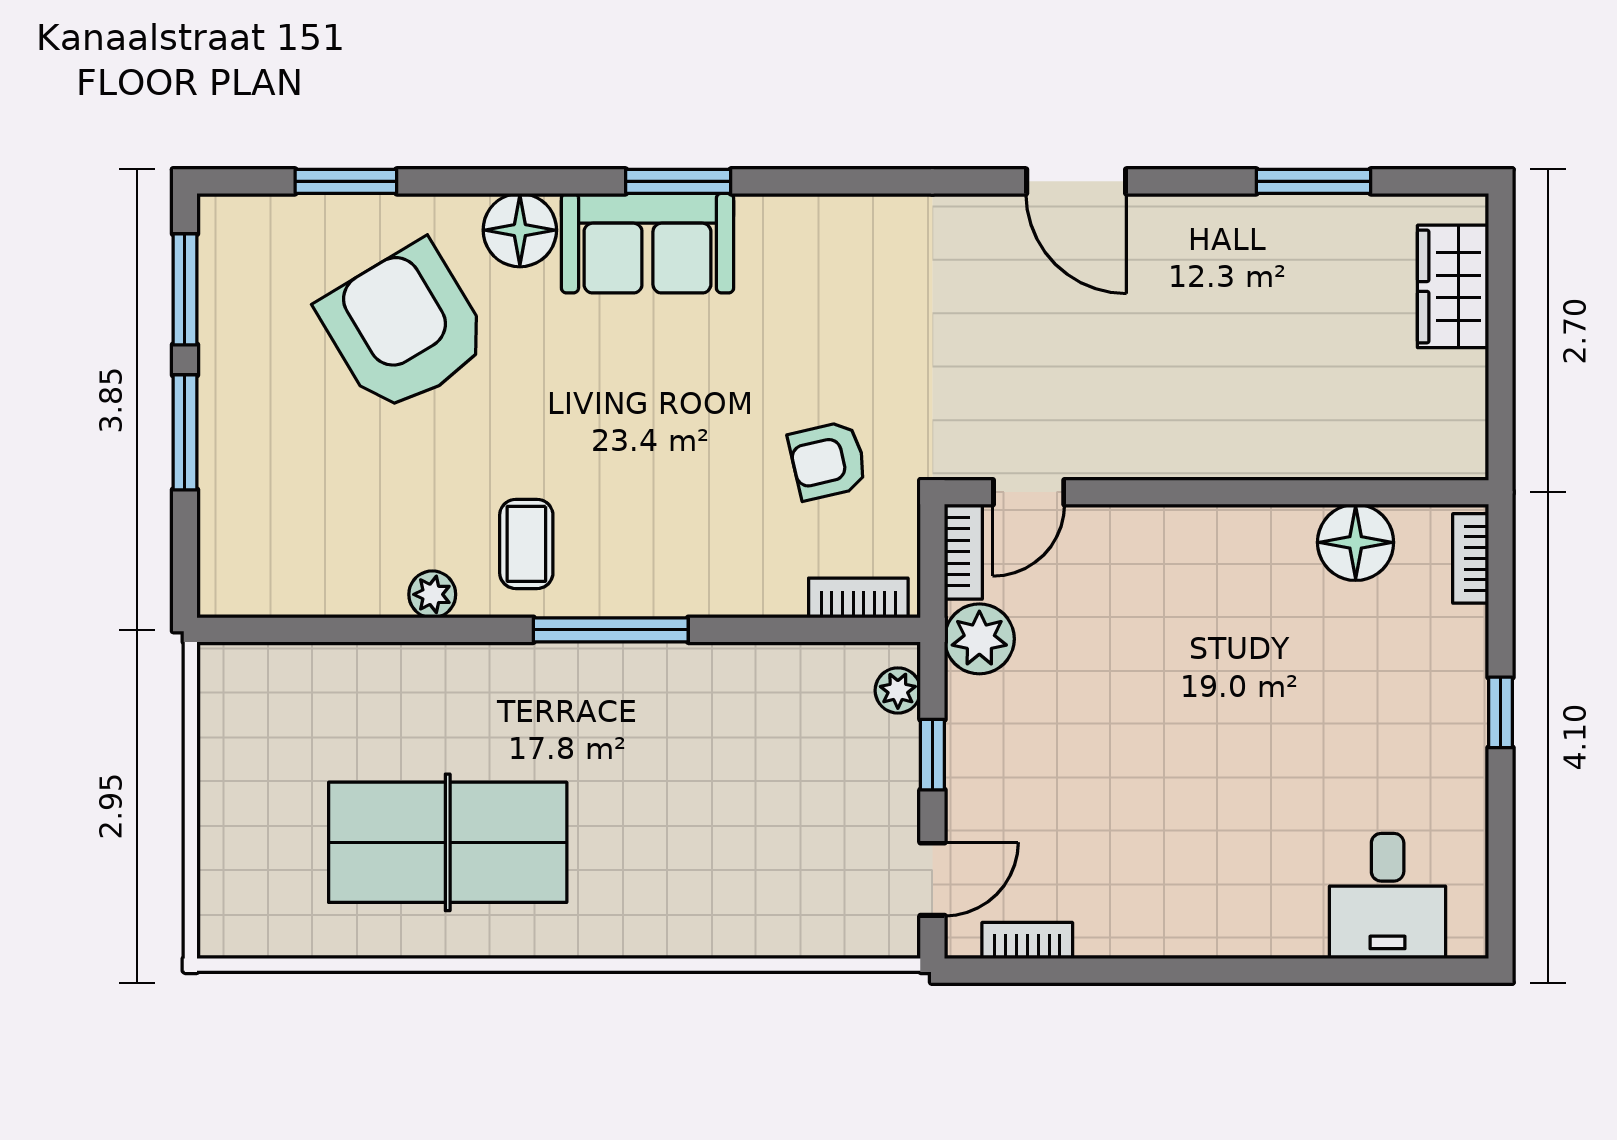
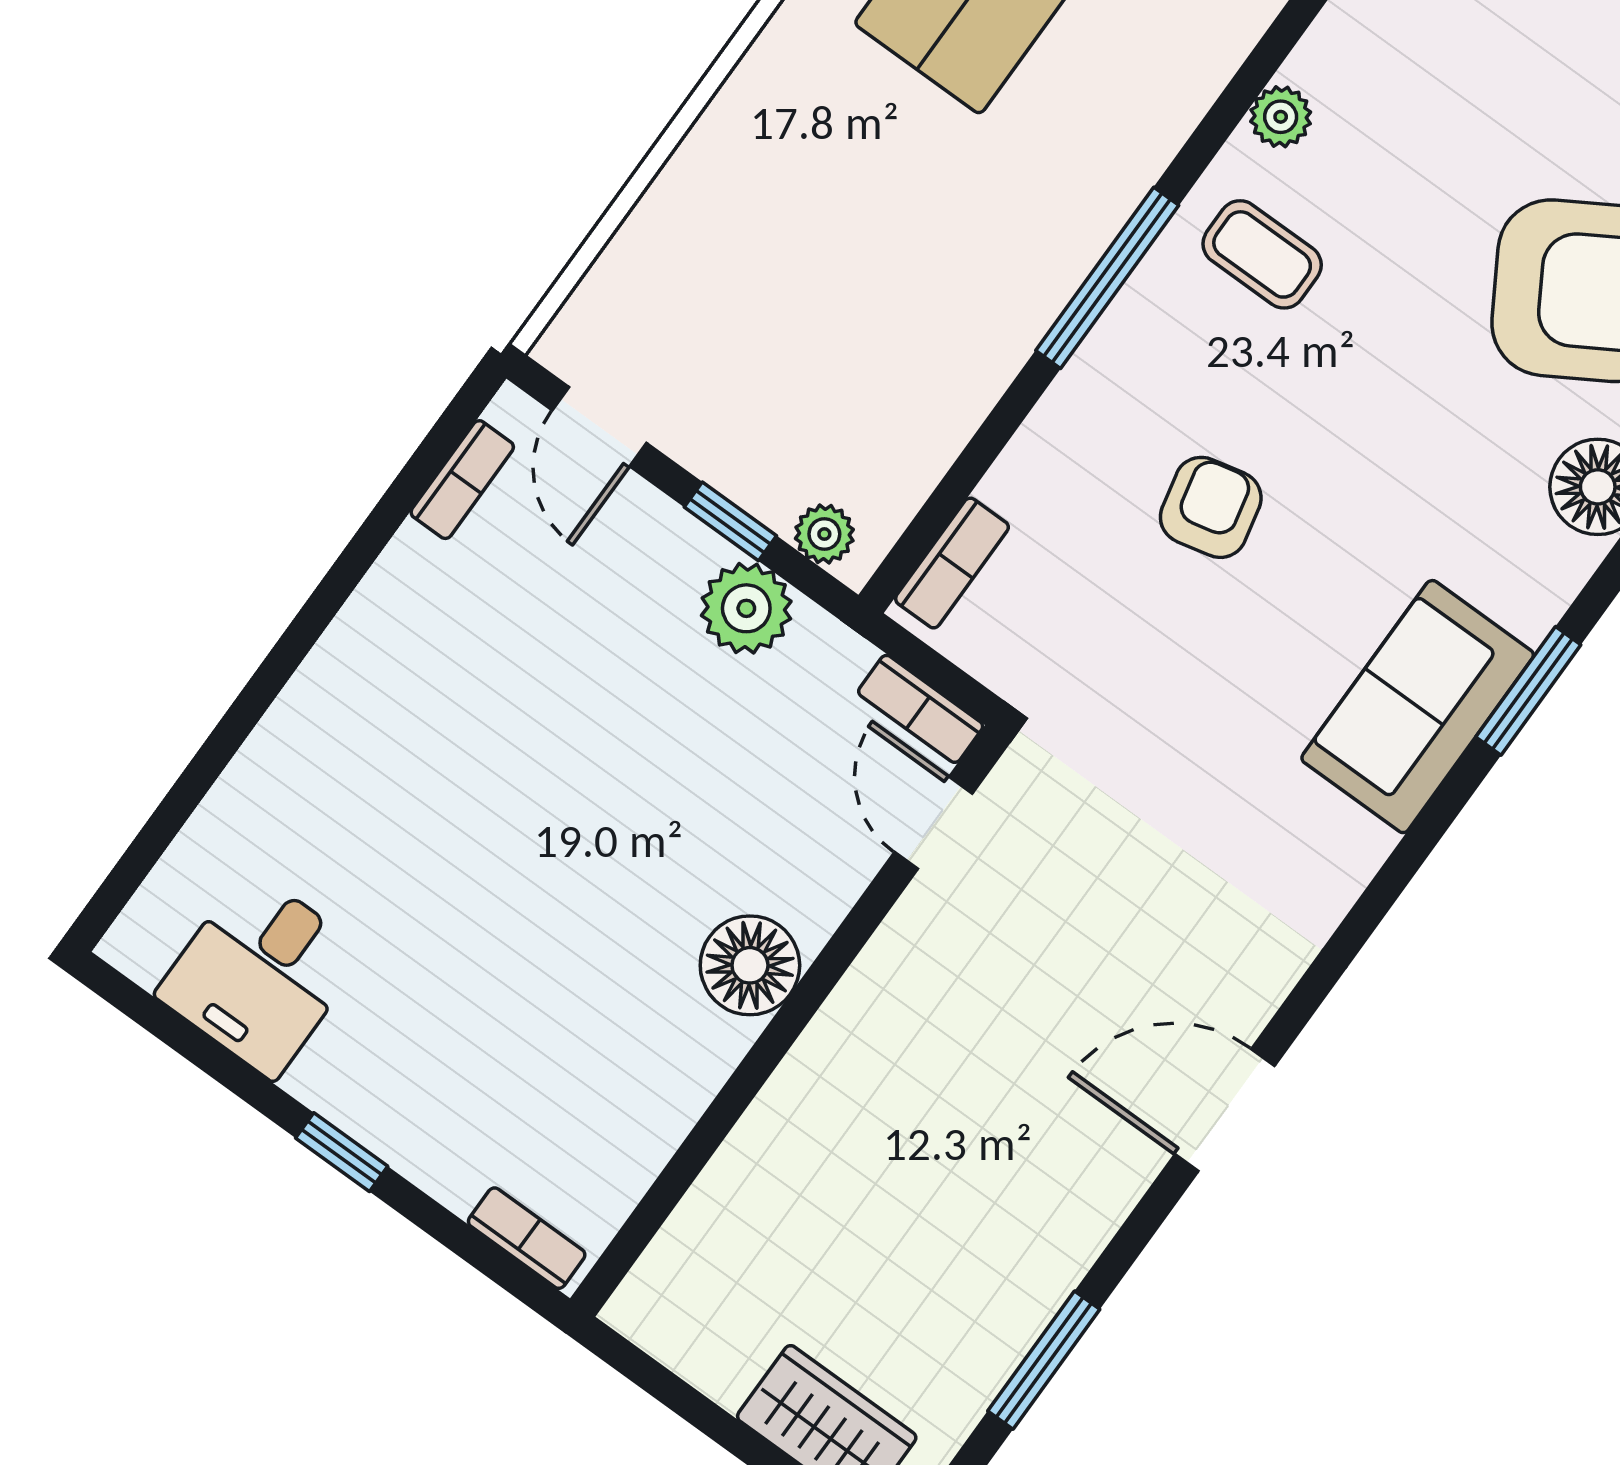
sofa: (647, 243) -> (1418, 707), moved
armchair: (828, 461) -> (1211, 507), moved
floor lamp: (1356, 542) -> (750, 965), moved
plant: (979, 639) -> (746, 608), moved
desk: (1388, 896) -> (261, 974), moved, turned -90

